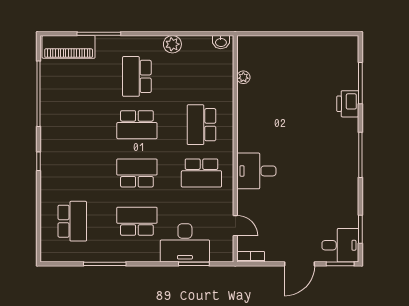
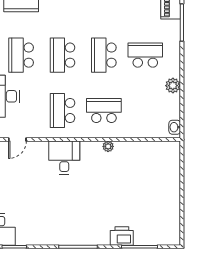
plant: (243, 77) -> (108, 146), moved
school desk: (137, 173) -> (63, 55), turned 180
school desk: (137, 221) -> (21, 55), turned 180

